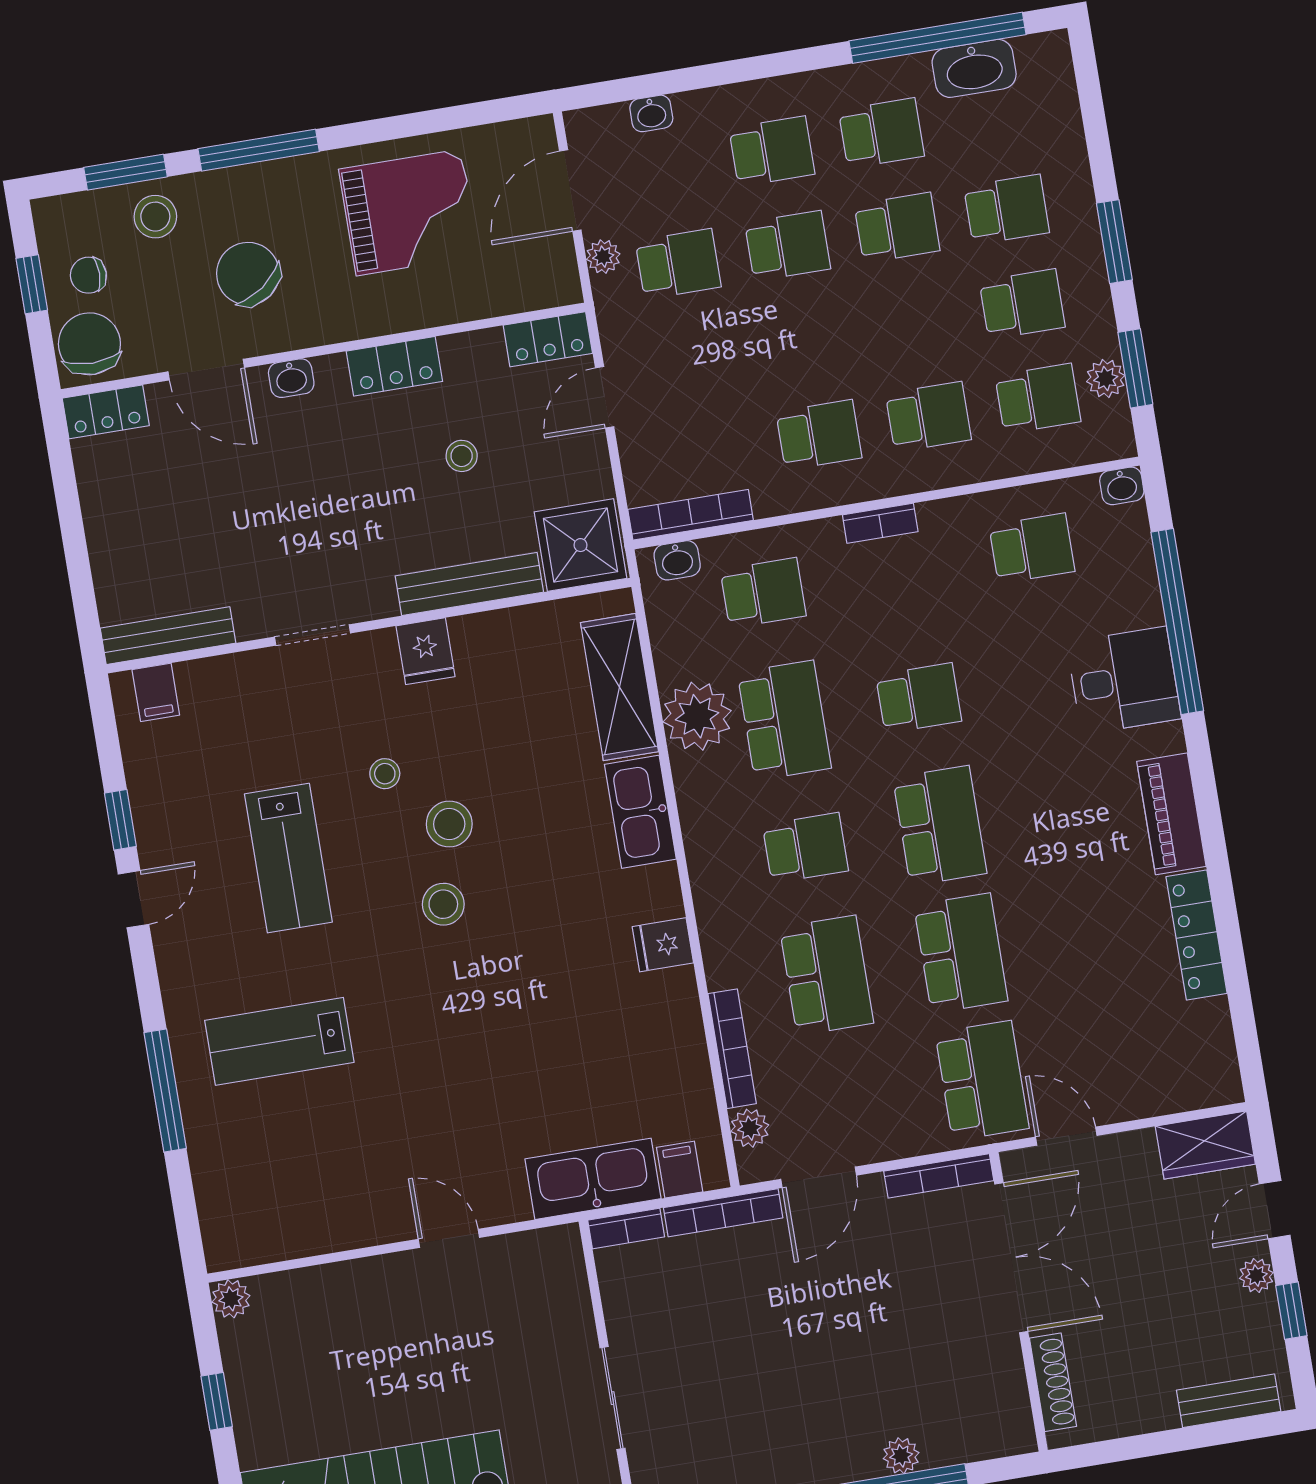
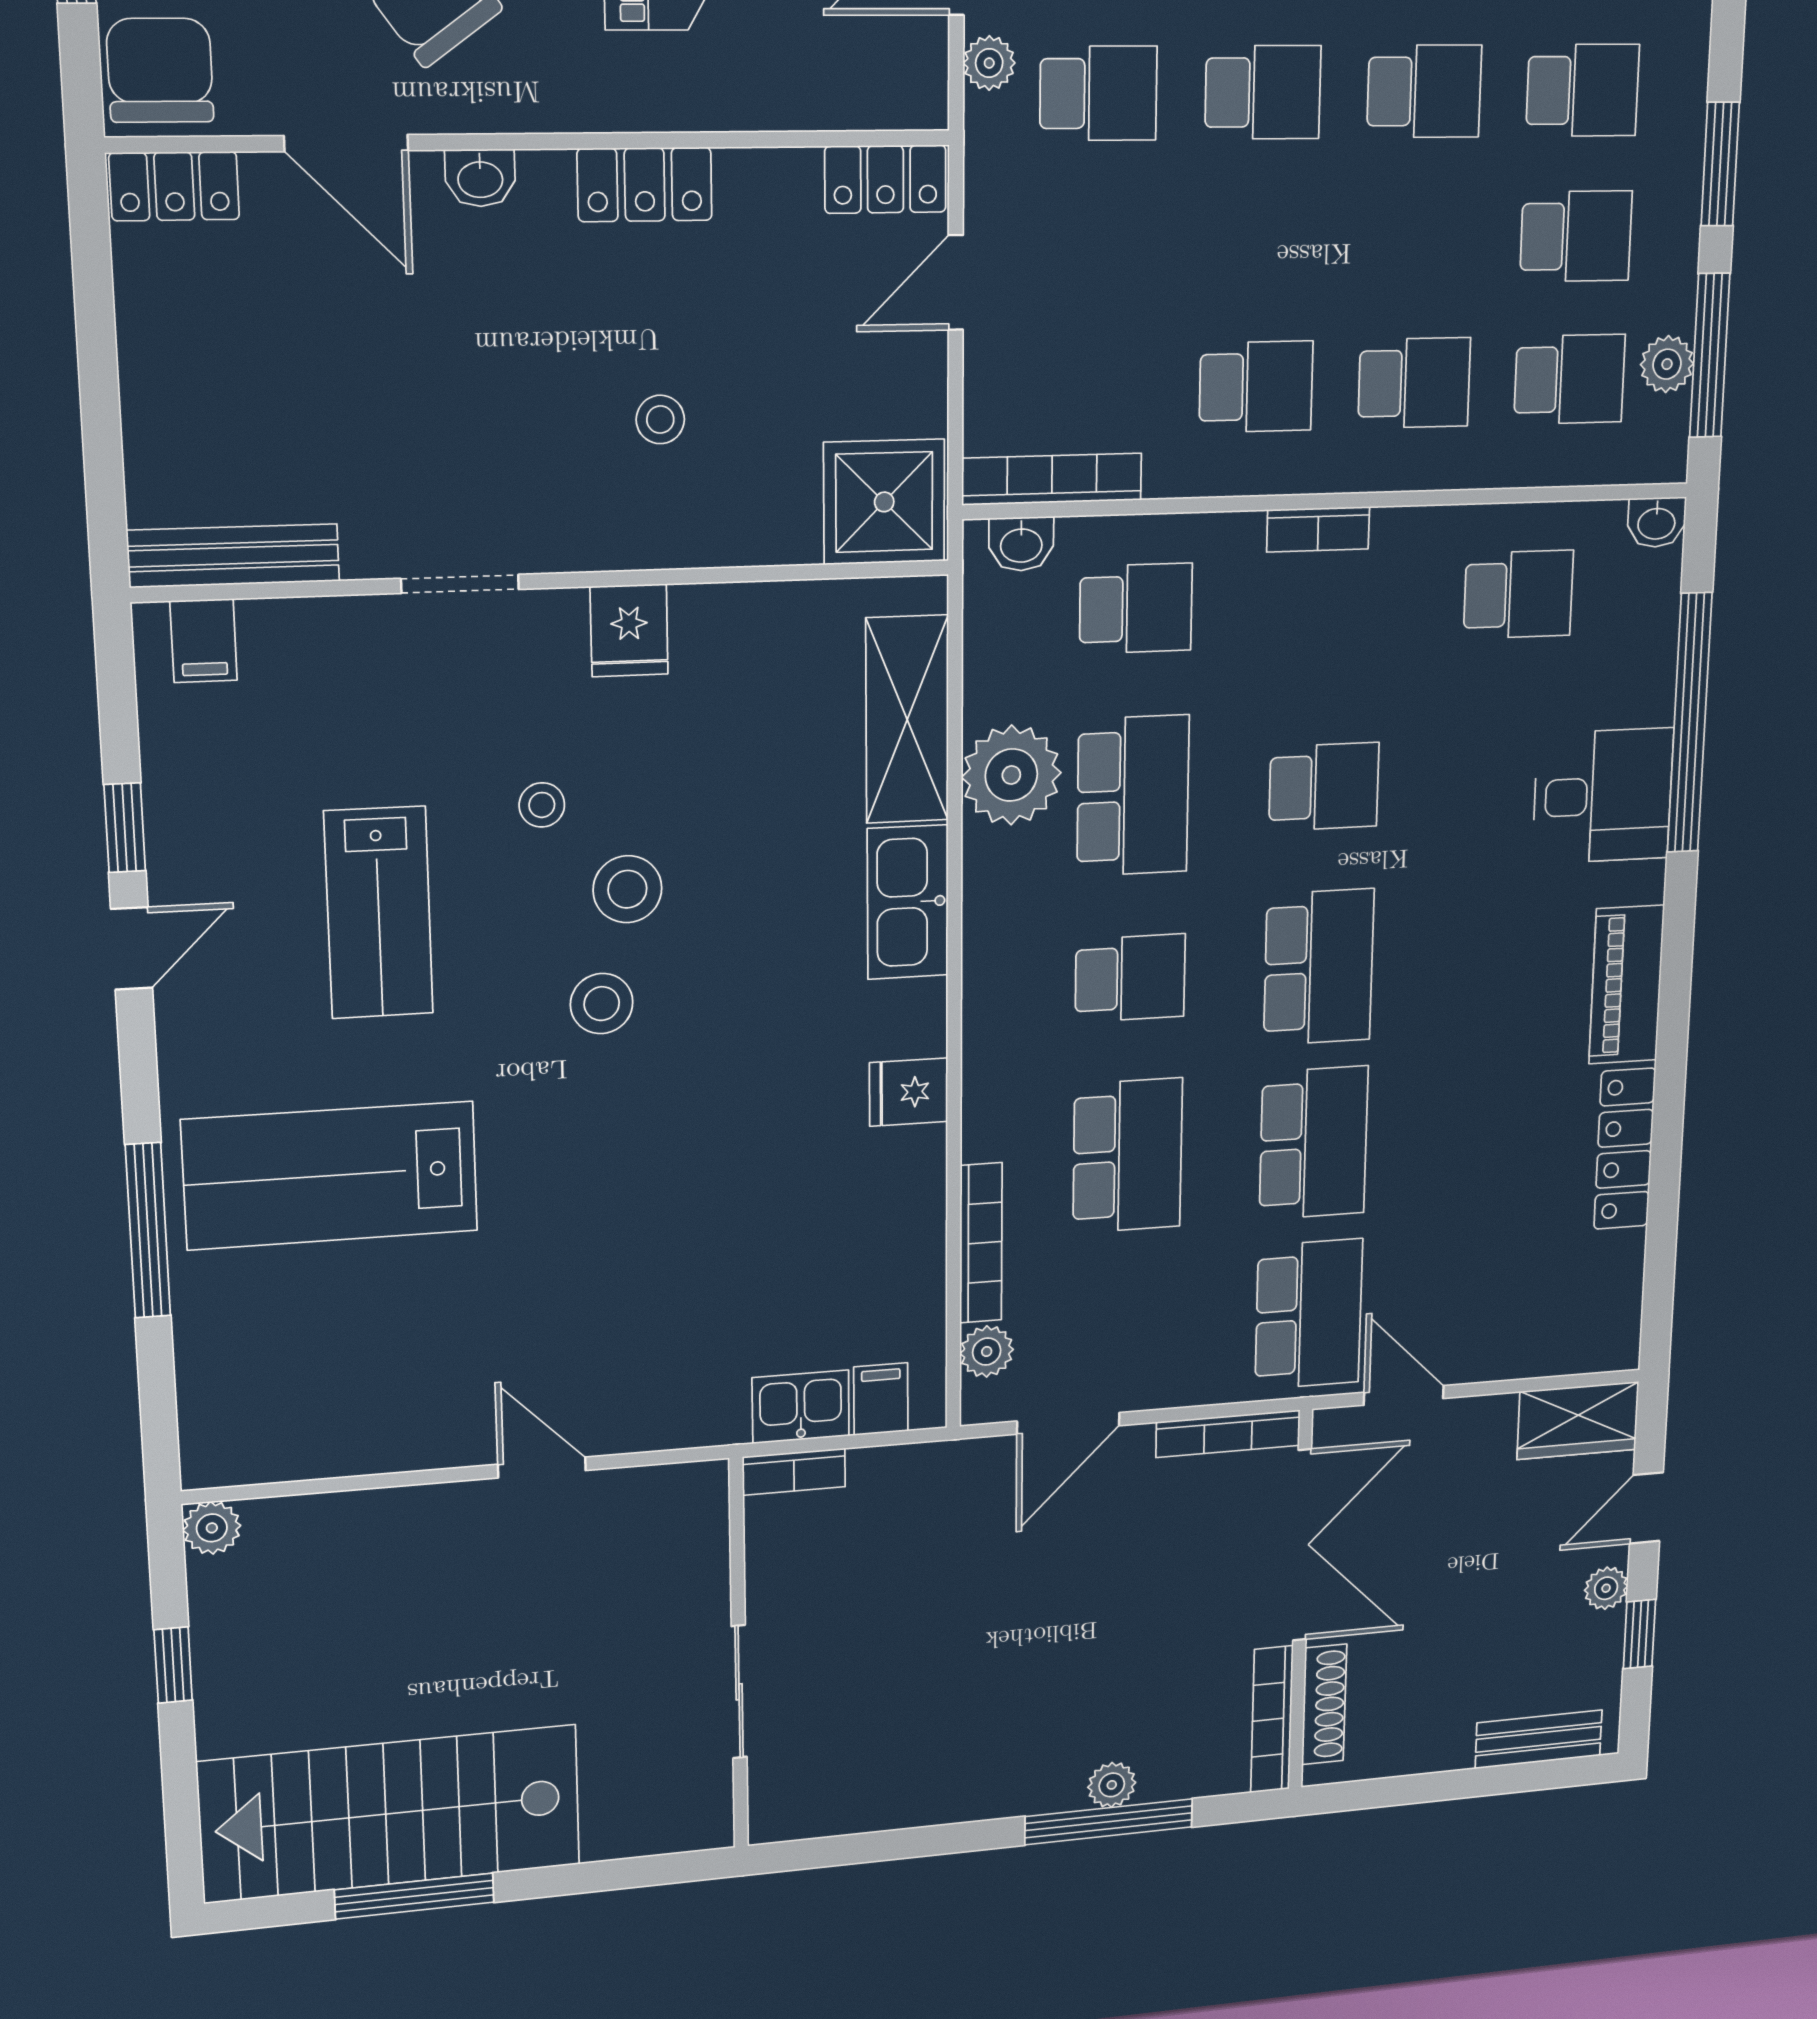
window: (1135, 368) -> (1710, 356), width x1.44
stool: (462, 456) -> (660, 419), moved
bench: (469, 584) -> (710, 538), removed
lab bench: (279, 1041) -> (330, 1176), width x1.36, depth x1.39
kitchen sink: (593, 1179) -> (801, 1407), width x0.53, depth x0.81
bookcase: (723, 1213) -> (1272, 1719), moved, turned 90

